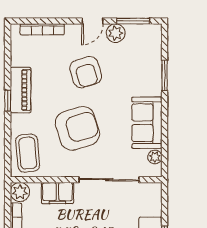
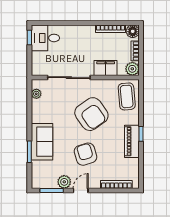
sofa: (147, 123) -> (42, 142), moved
armchair: (77, 128) -> (91, 114), turned -108

